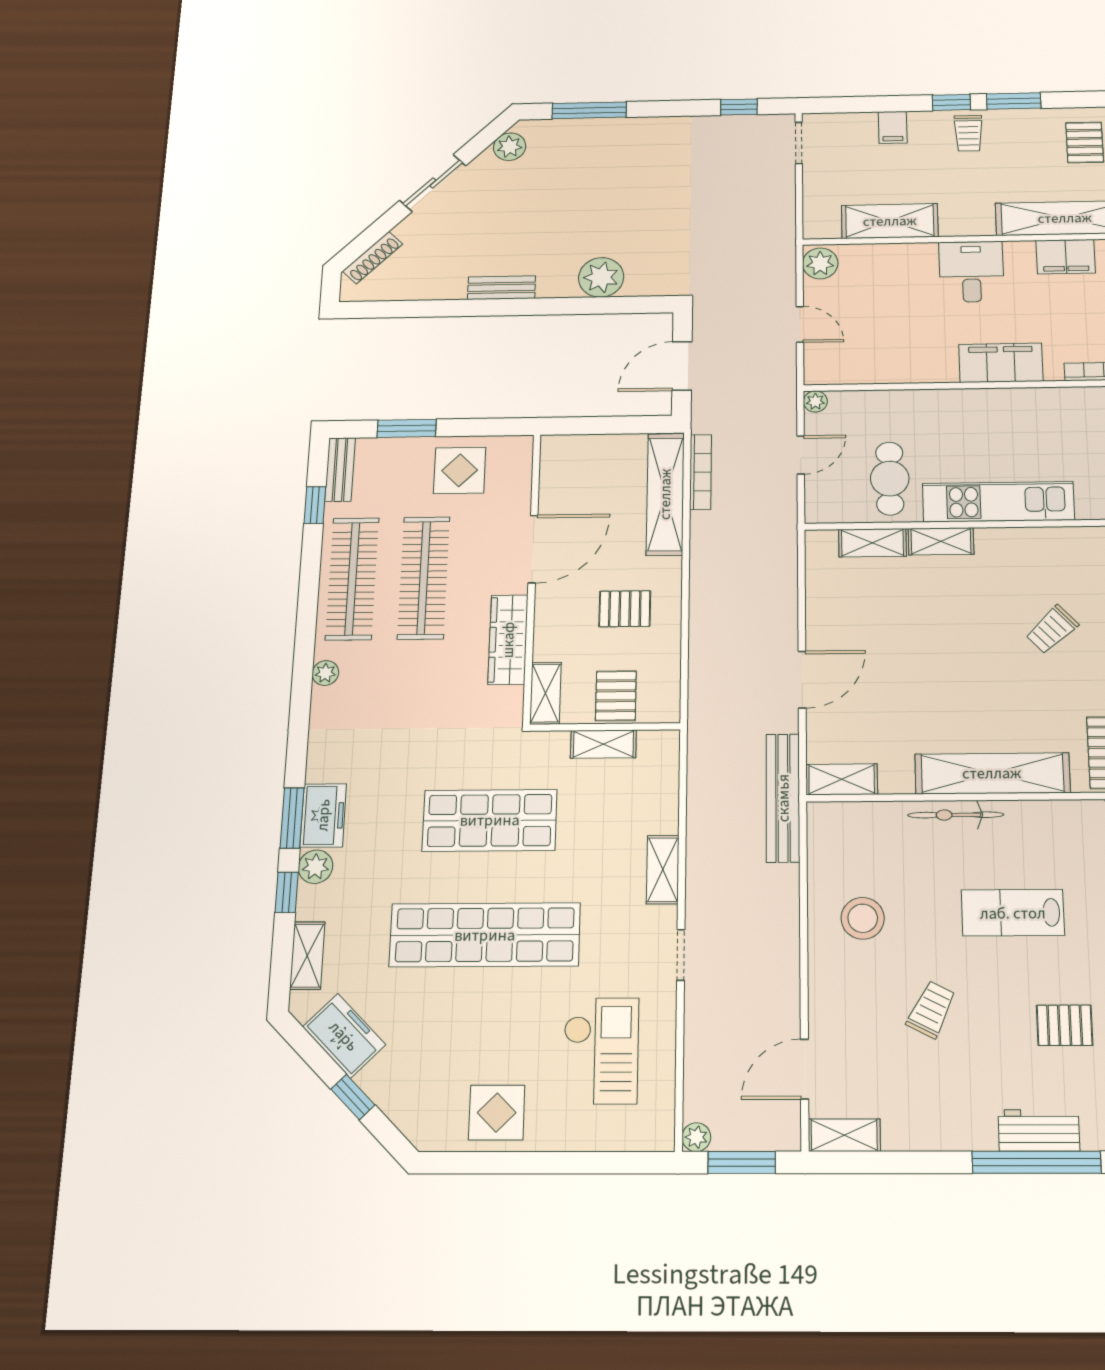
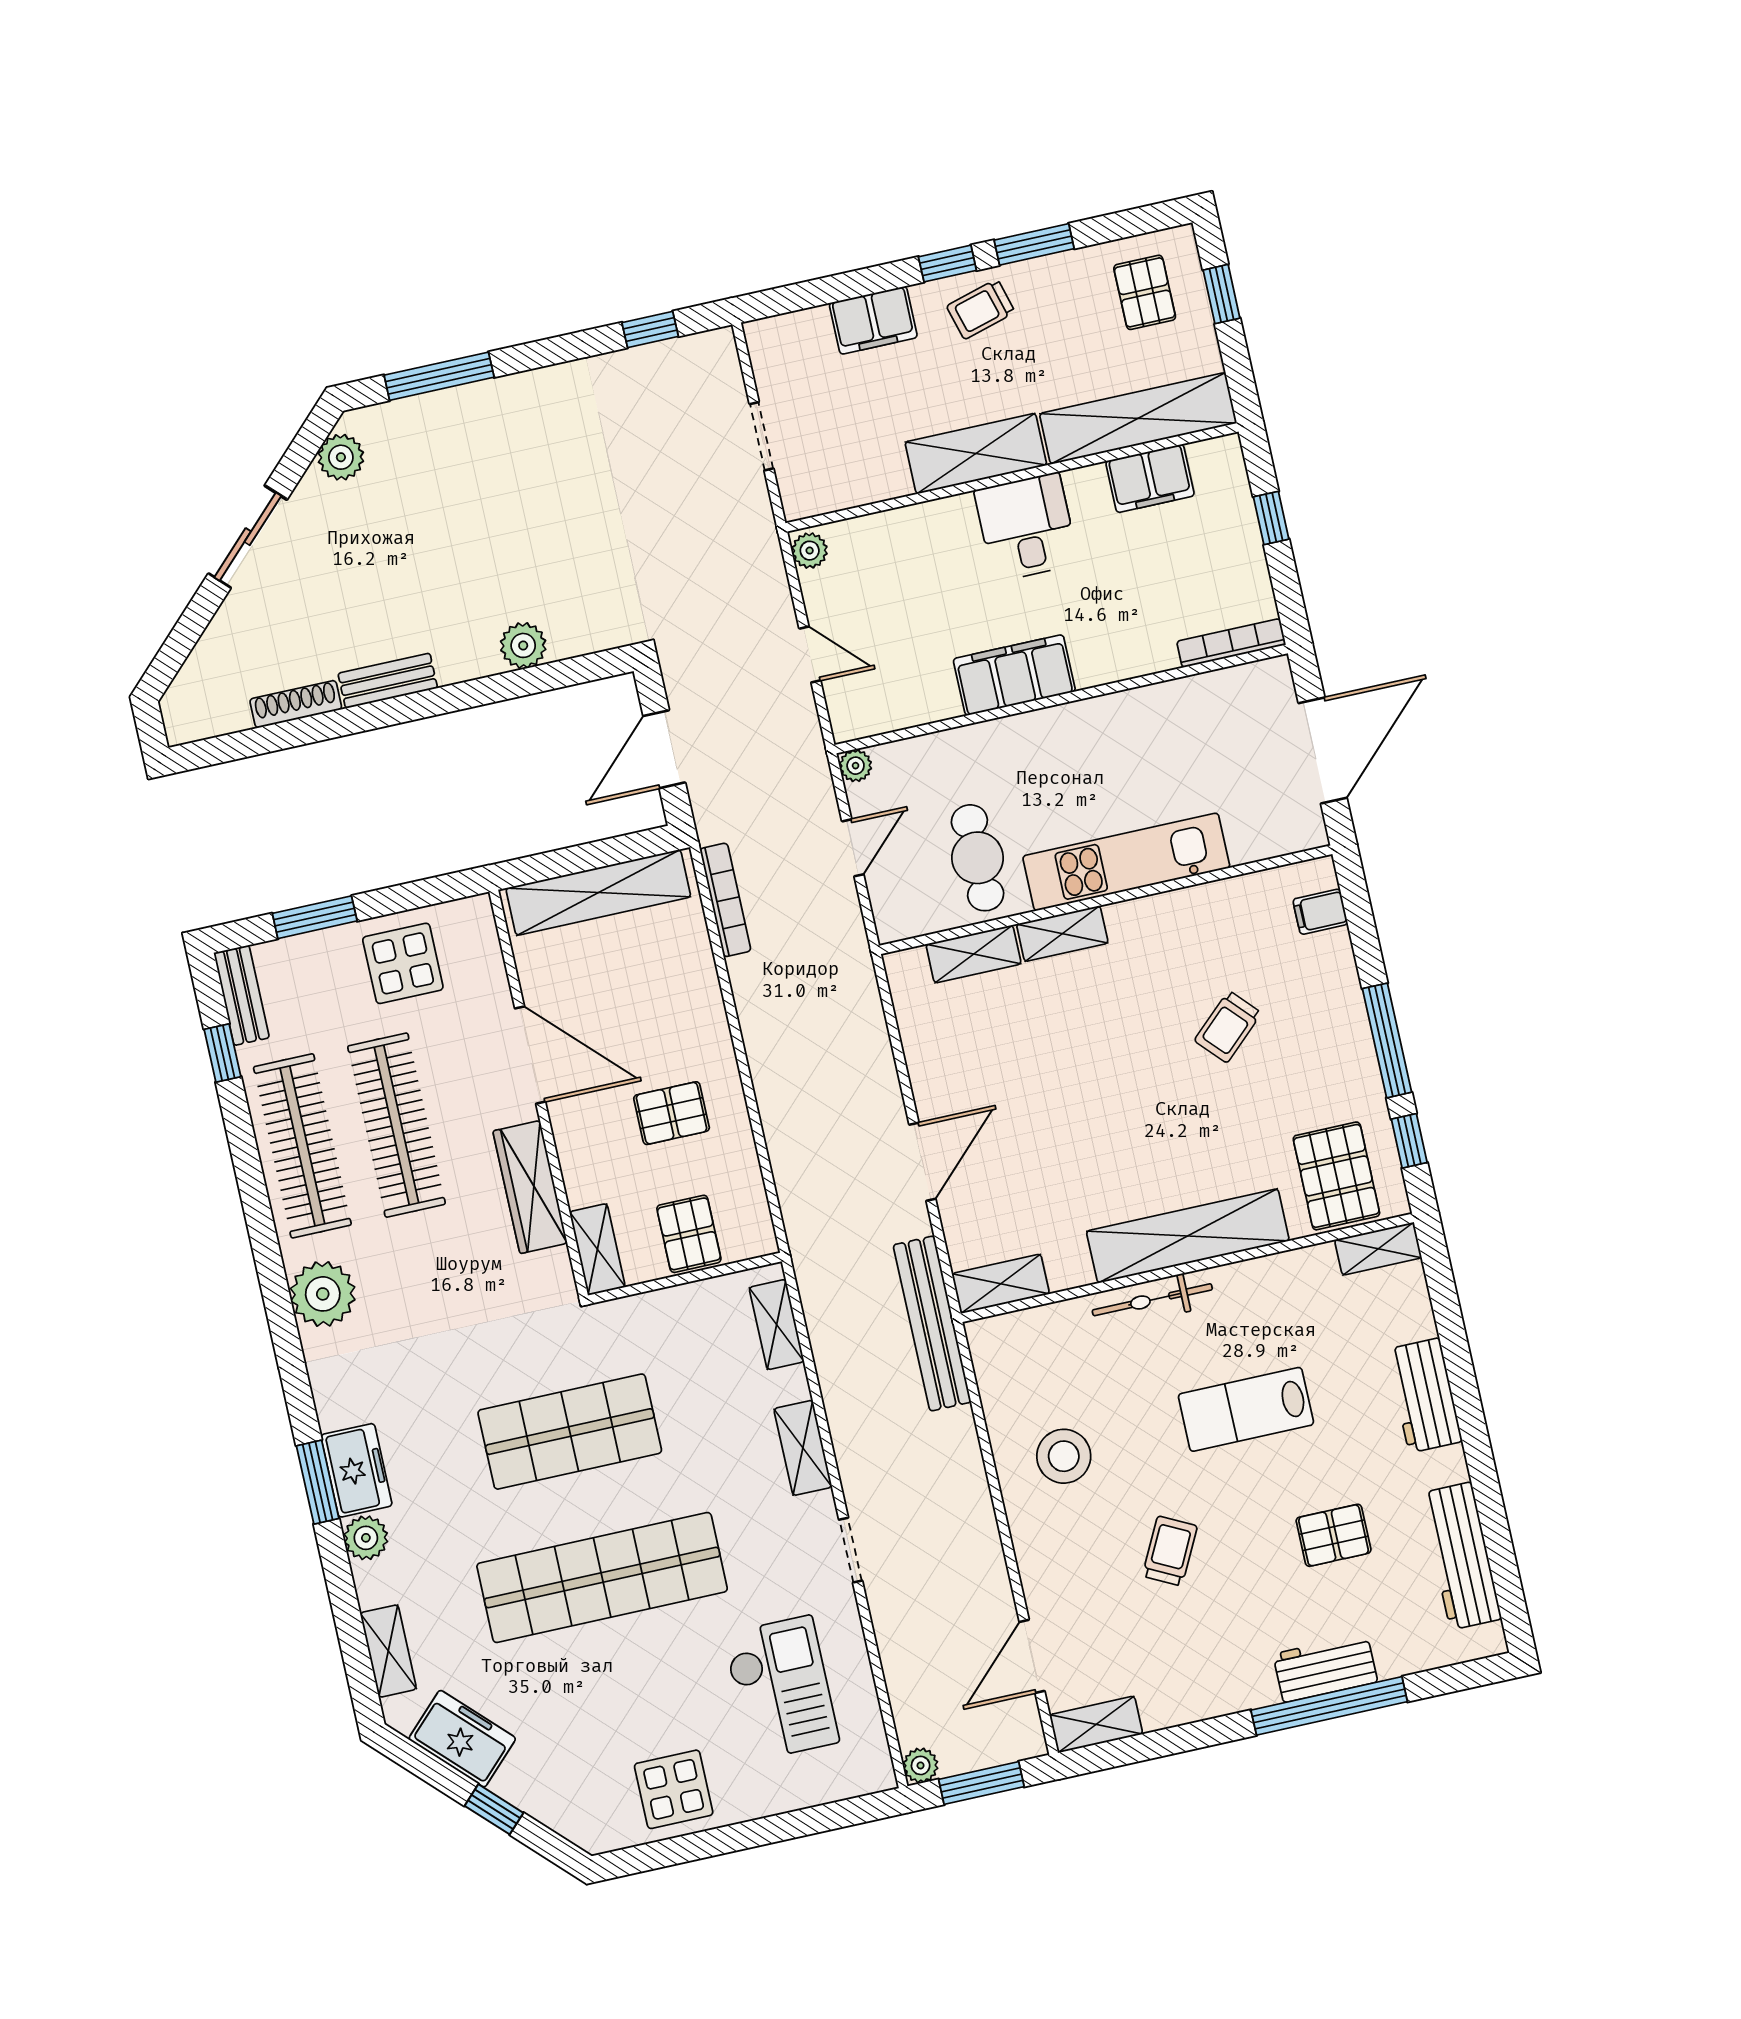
filing cabinet: (893, 127) -> (873, 320), width x2.00
trolley: (968, 133) -> (981, 309), turned 74
doorway: (799, 143) -> (762, 436), moved
shelving: (890, 221) -> (976, 454), moved
shoe rack: (373, 258) -> (296, 704), moved, turned -135
plant: (820, 263) -> (810, 551), width x0.73, depth x0.73
plant: (601, 277) -> (523, 645), width x0.73, depth x0.73
filing cabinet: (1001, 363) -> (1014, 675), moved
shelving: (665, 494) -> (598, 893), moved, turned 90
door: (533, 549) -> (530, 1055), hinge flipped
plant: (325, 673) -> (323, 1294), width x1.88, depth x1.88
shelving: (603, 744) -> (777, 1325), moved, turned 90
window: (287, 892) -> (339, 1578), removed

